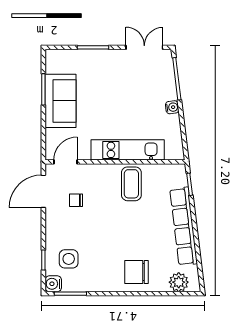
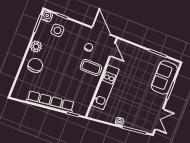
sofa: (60, 101) -> (164, 77), moved, turned 90
coffee table: (131, 184) -> (91, 68), moved
plant: (179, 282) -> (36, 47), moved

